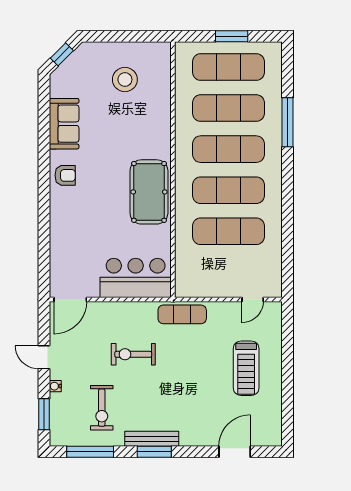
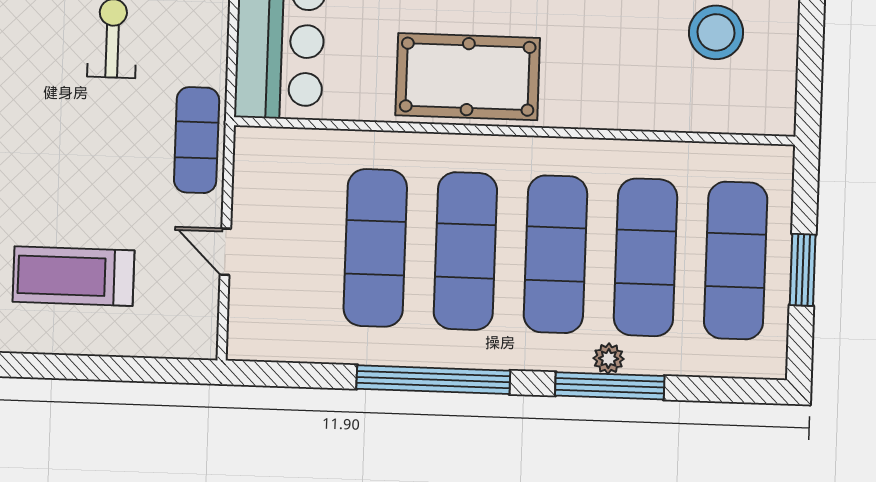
plant: (275, 123) -> (609, 359), added
window: (288, 203) -> (433, 380), added
door: (253, 299) -> (225, 252), moved

